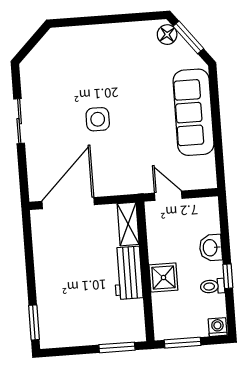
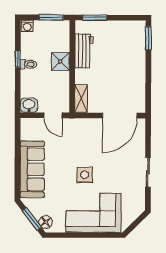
corner sofa: (96, 54) -> (93, 213), added
side table: (98, 119) -> (85, 175), moved
washbasin: (211, 248) -> (29, 105), moved, turned -90
workbench: (128, 273) -> (84, 51), moved
toilet: (212, 286) -> (28, 64), moved

